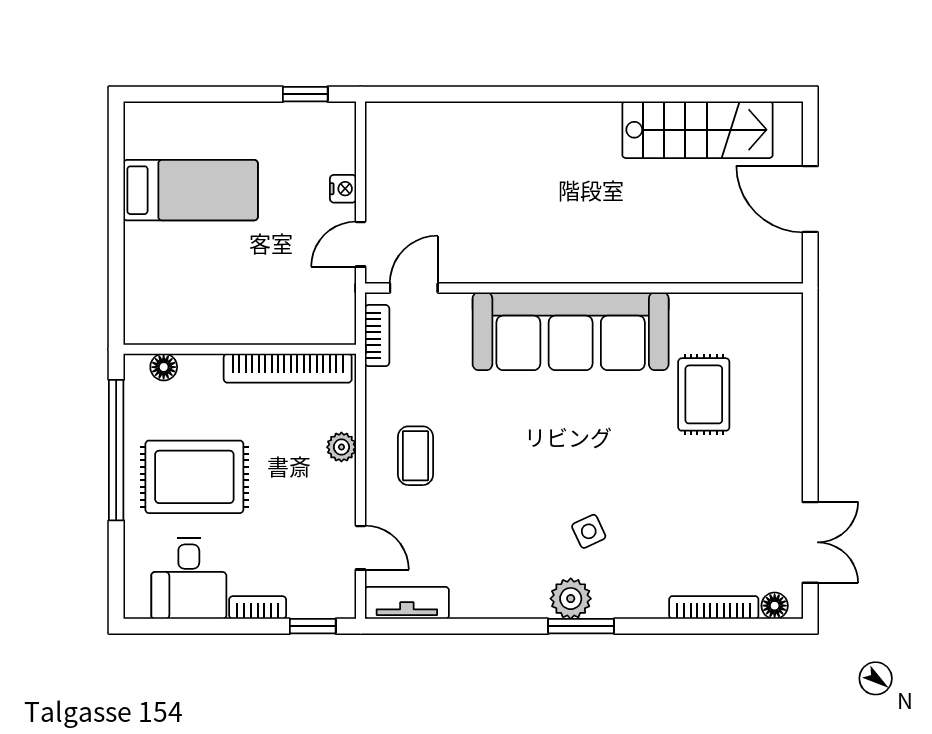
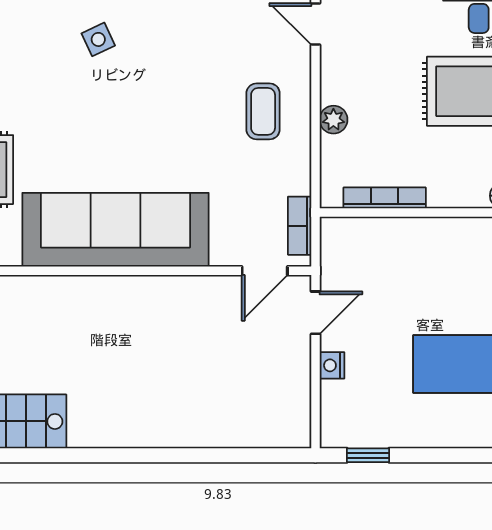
bookcase: (288, 368) -> (385, 198), width x0.68, depth x0.76

